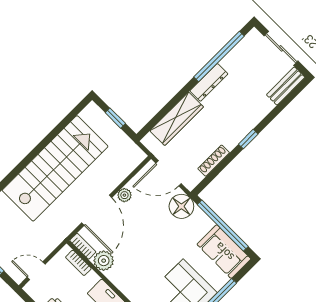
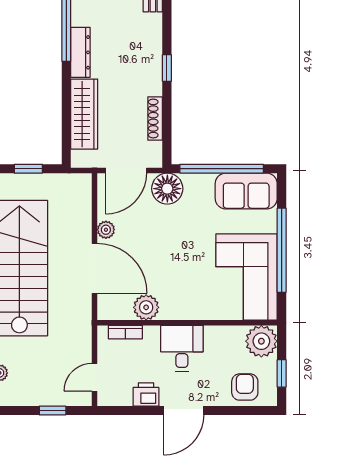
bookcase: (83, 246) -> (114, 313), removed

